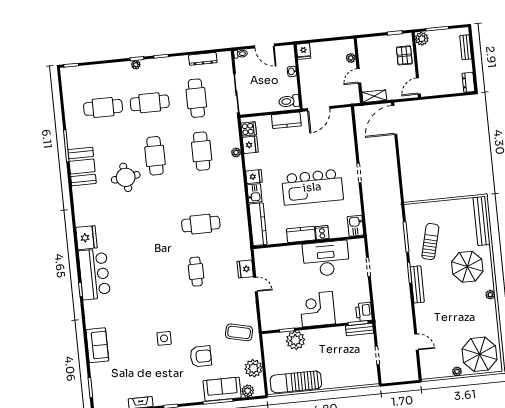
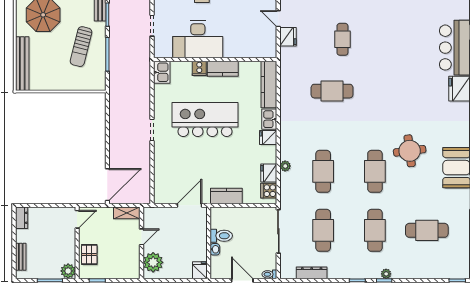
plant: (351, 58) -> (153, 262), width x1.88, depth x1.88
toilet: (289, 101) -> (221, 236), moved
cafe table: (150, 103) -> (375, 230), turned 90

